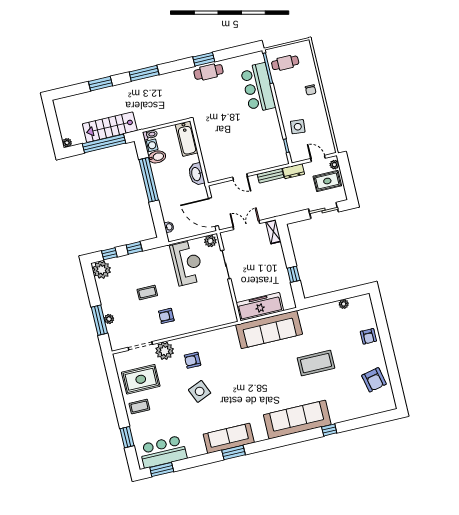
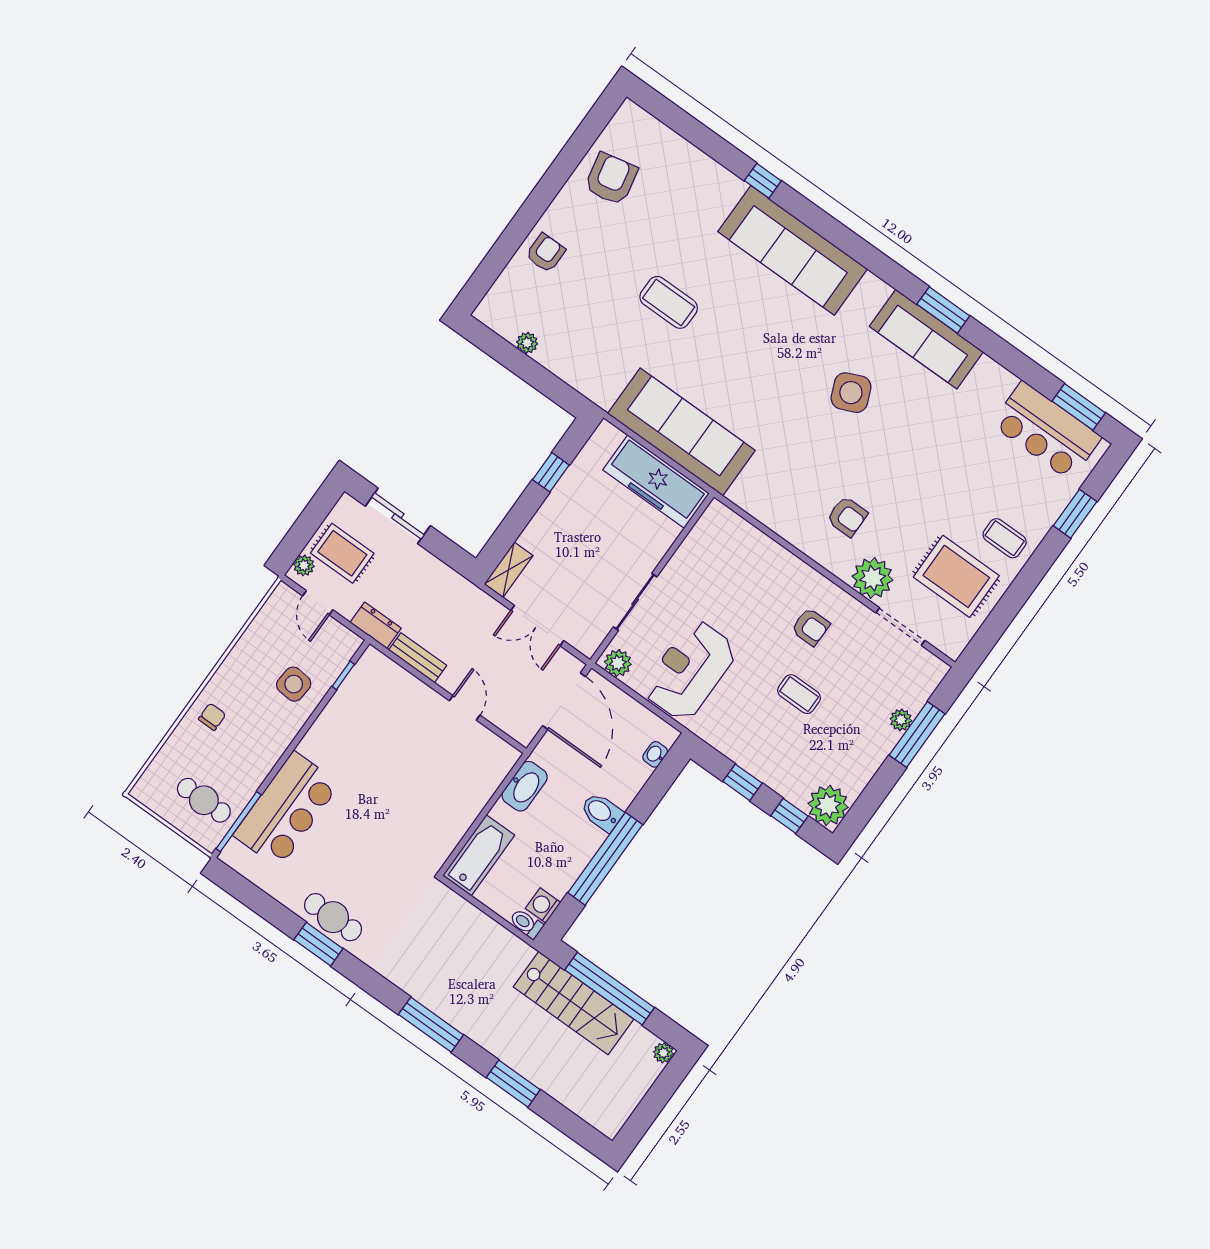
bidet: (157, 157) -> (602, 812), moved
coffee table: (316, 363) -> (669, 302), width x0.73, depth x0.76
side table: (200, 391) -> (851, 393), moved

